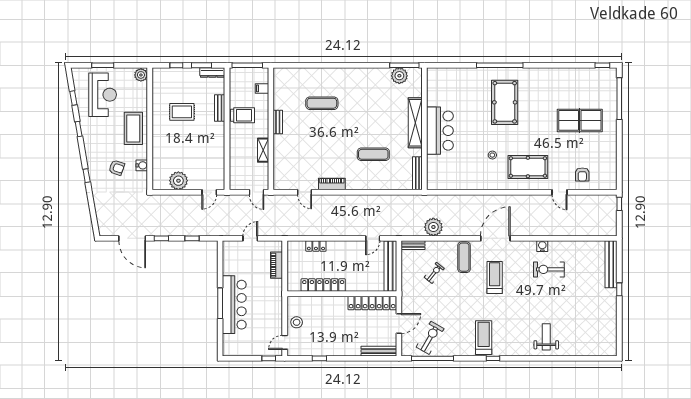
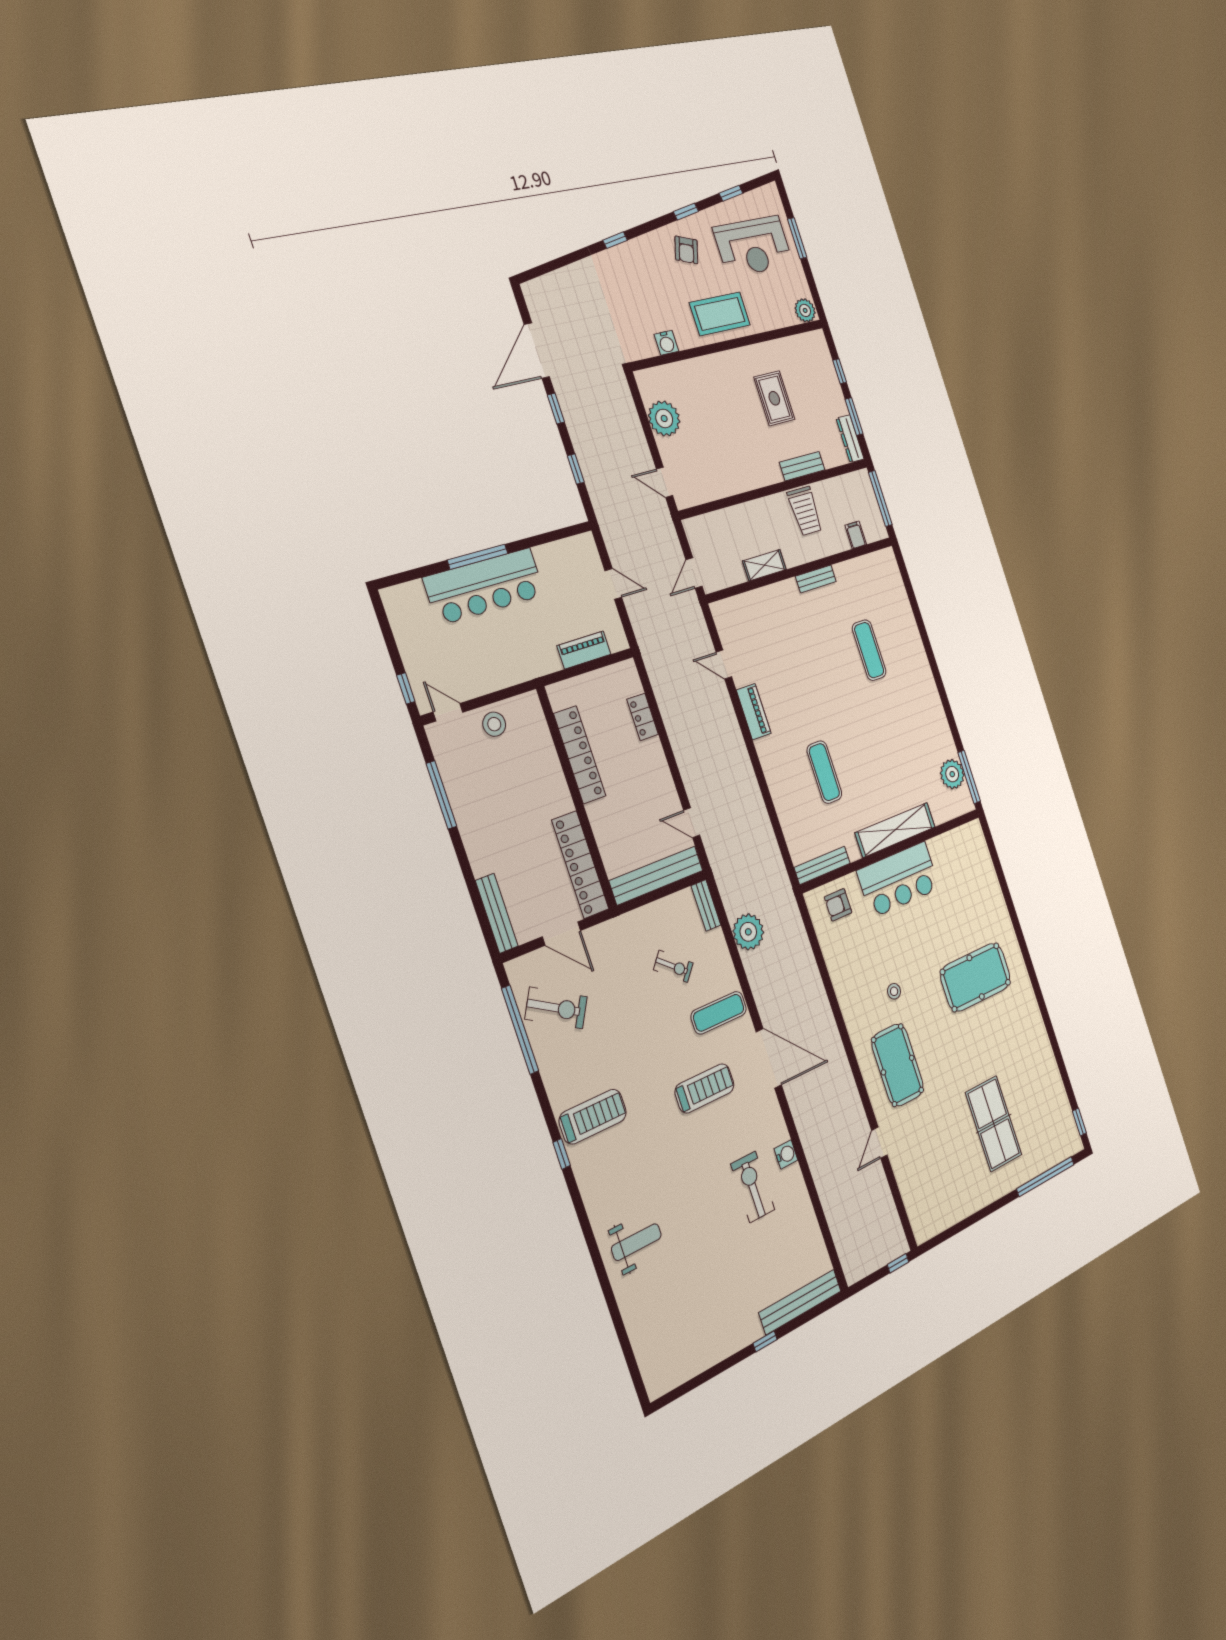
window: (500, 65) -> (1023, 944), removed
armchair: (117, 168) -> (686, 250), moved
armchair: (582, 174) -> (838, 905), moved
door: (305, 192) -> (724, 665), hinge flipped
window: (319, 358) -> (441, 795), width x2.17

